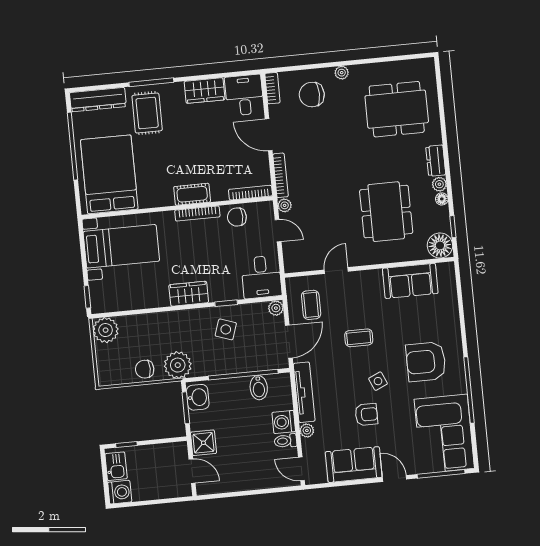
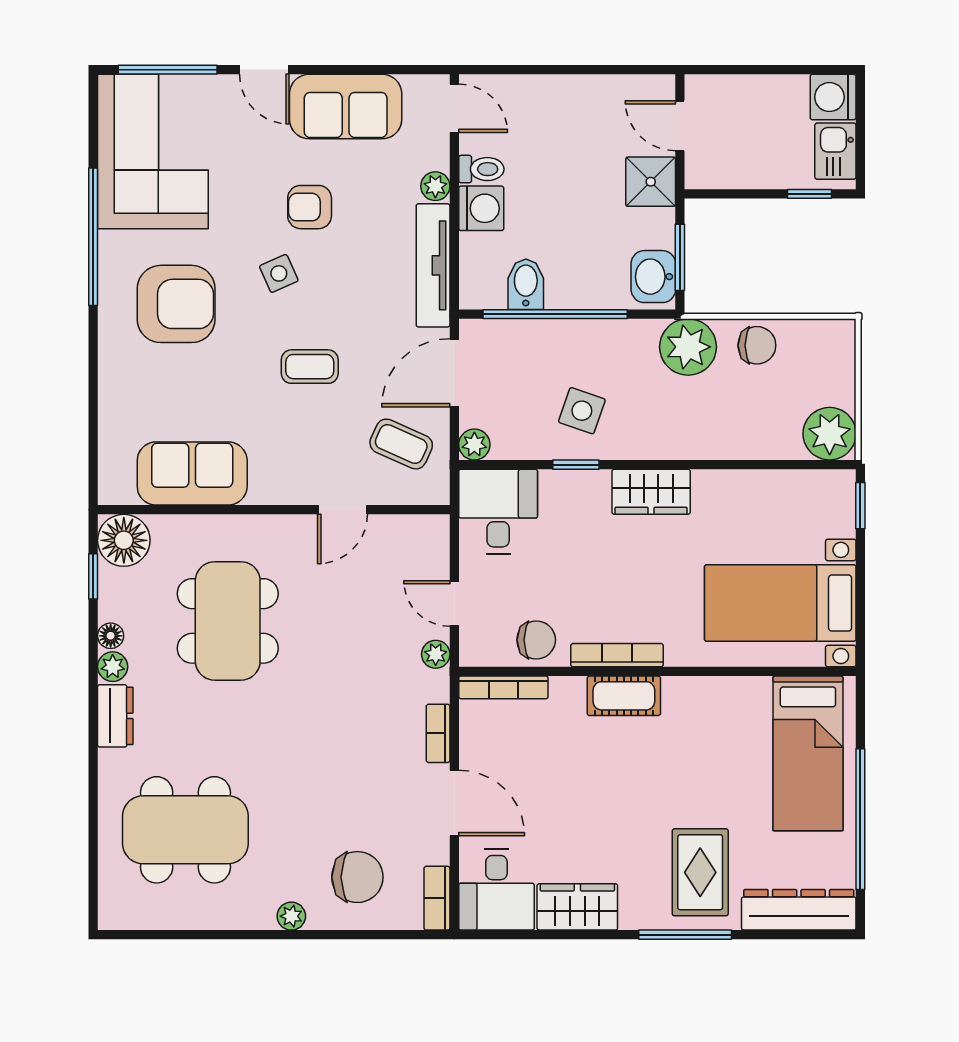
bed: (109, 174) -> (808, 753), width x0.67
bookcase: (280, 175) -> (438, 733), width x0.64
coffee table: (311, 305) -> (401, 444), turned -66

